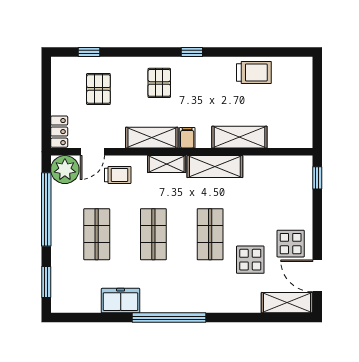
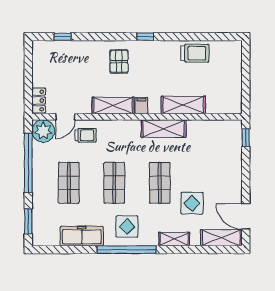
pallet: (98, 89) -> (70, 66), removed
shelving: (167, 164) -> (174, 239), moved
display table: (291, 244) -> (127, 227), moved
freezer: (121, 301) -> (82, 236), width x1.40

